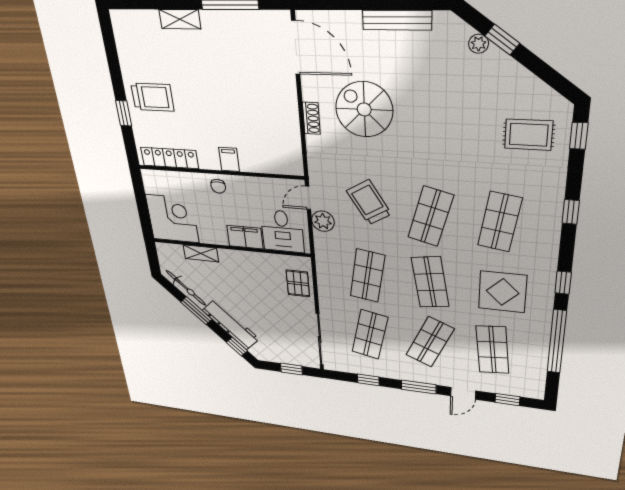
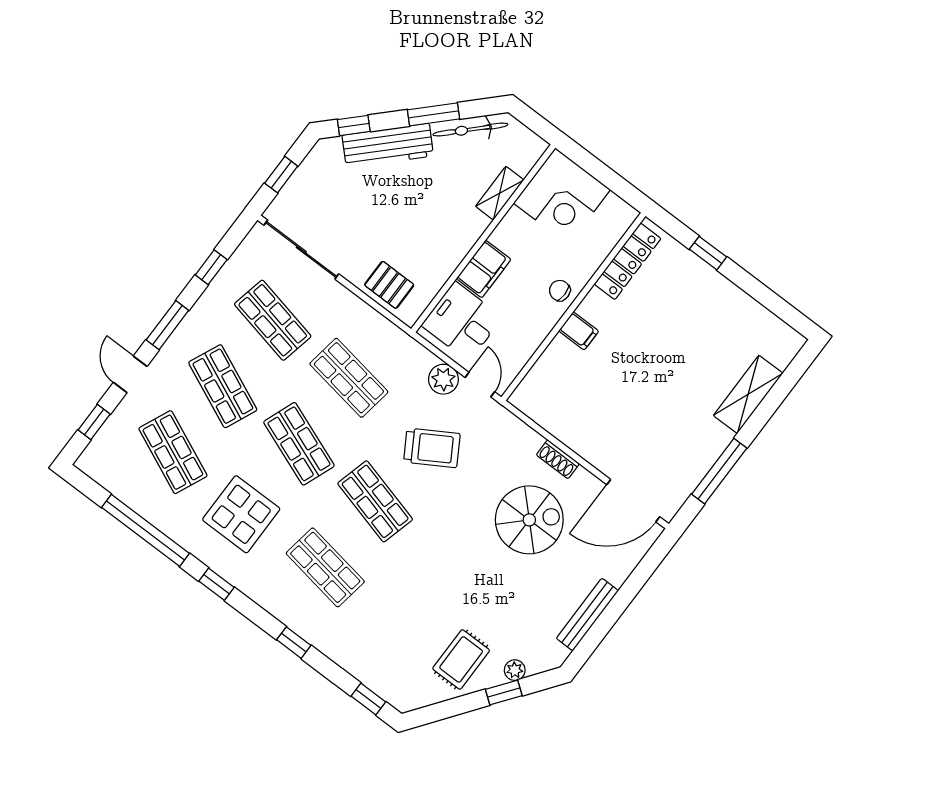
shelving: (180, 19) -> (748, 394), width x1.50, depth x1.33
trolley: (152, 97) -> (699, 304), removed
rug: (529, 135) -> (461, 659), moved
shop shelf: (430, 282) -> (299, 444), turned 30
shop shelf: (492, 350) -> (173, 452), turned 30

